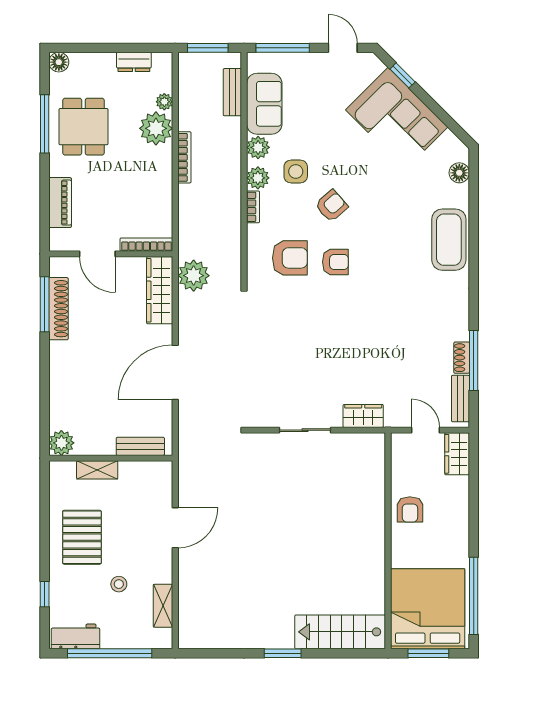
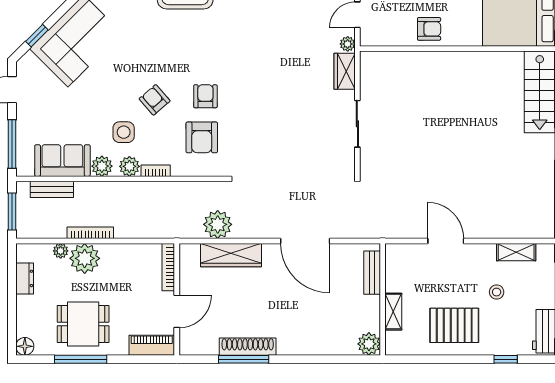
bookcase: (184, 157) -> (90, 233), moved
bookcase: (146, 245) -> (168, 267), moved
door: (97, 254) -> (177, 311), moved
wall: (111, 254) -> (177, 299), moved
armchair: (290, 258) -> (202, 137), turned 180
plant: (393, 419) -> (348, 44), added

